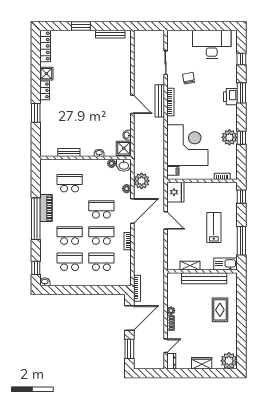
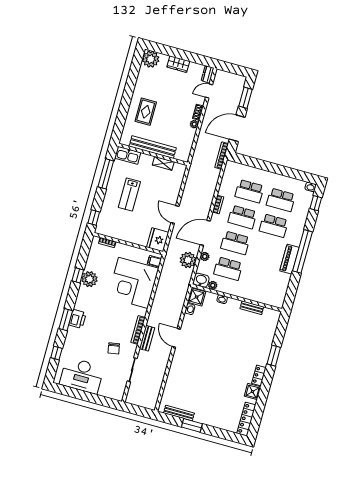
window: (81, 26) -> (192, 425), moved
bench: (160, 101) -> (147, 338), width x0.73
school desk: (70, 183) -> (228, 269), moved

